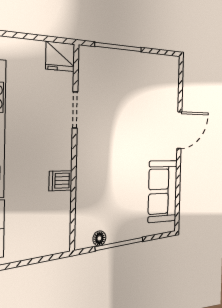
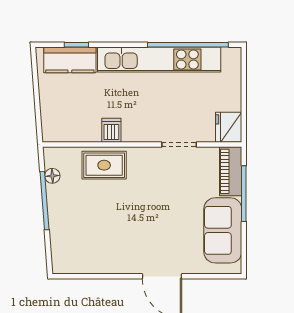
piano: (100, 58) -> (231, 171), added
rug: (91, 187) -> (104, 165), added
sofa: (163, 191) -> (223, 230), moved, turned -90

